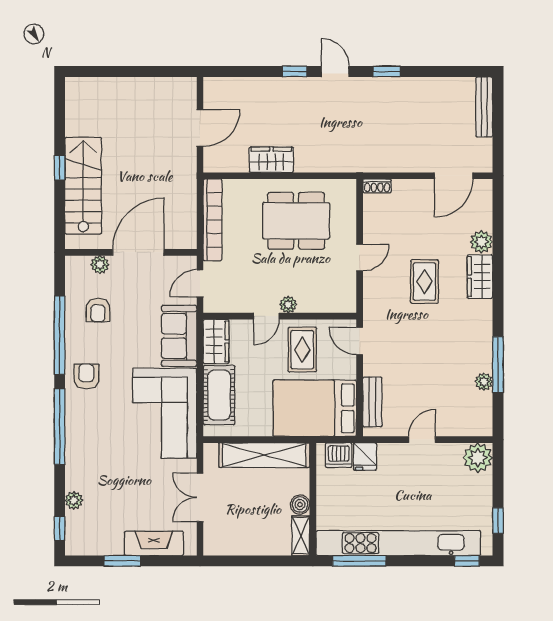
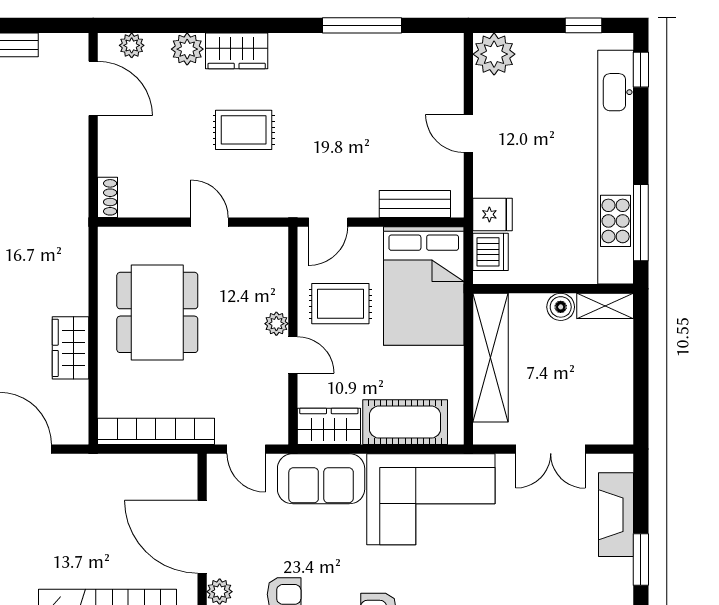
plant: (484, 382) -> (132, 45), moved

